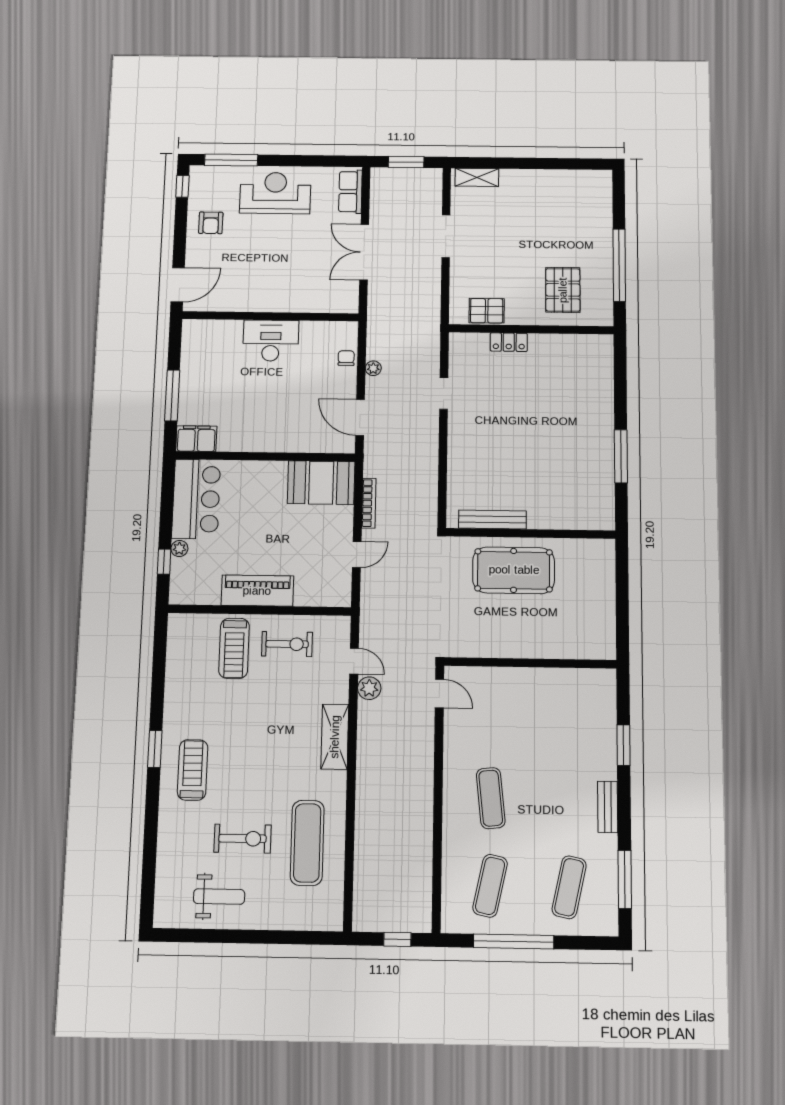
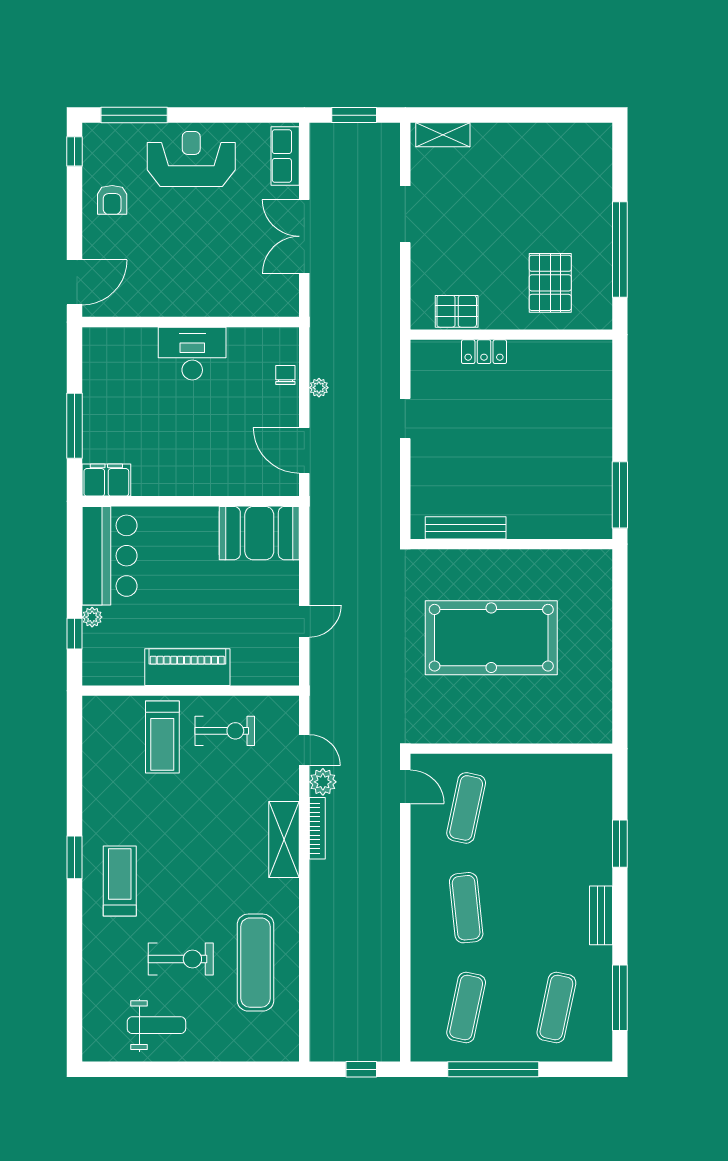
bookcase: (369, 503) -> (317, 828), moved
bench: (492, 520) -> (466, 528), moved
wall: (531, 533) -> (511, 544), moved
pool table: (514, 570) -> (491, 638), width x1.36, depth x1.32
exercise mat: (491, 712) -> (466, 808), added

